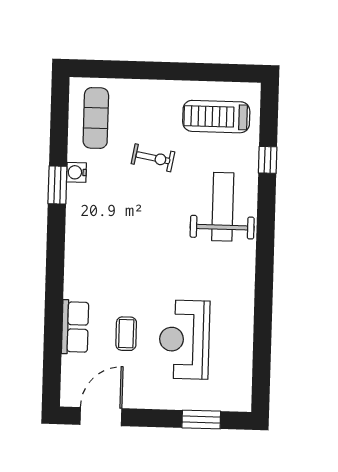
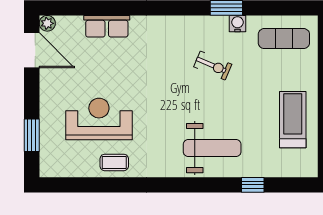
treadmill: (216, 117) -> (293, 120), moved
exercise bike: (153, 158) -> (213, 66), moved, turned -77
coffee table: (126, 334) -> (114, 162), moved
plant: (69, 397) -> (47, 23), added

